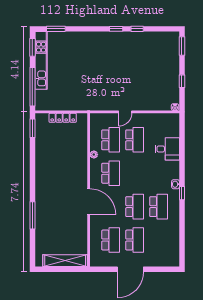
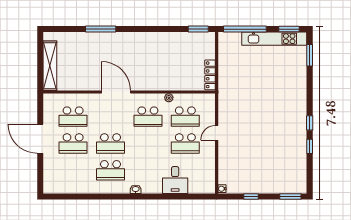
door: (125, 112) -> (217, 133), hinge flipped
locker: (63, 118) -> (210, 75), moved
window: (182, 193) -> (126, 196), removed
door: (89, 202) -> (116, 92), swing flipped

